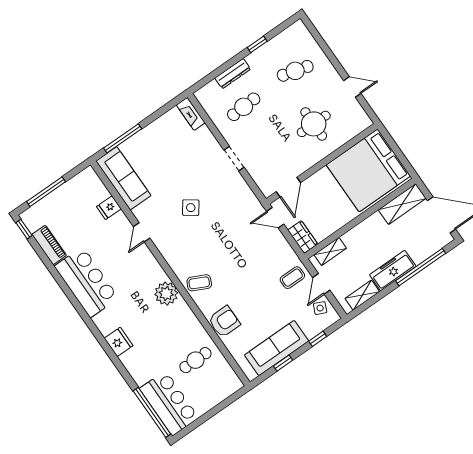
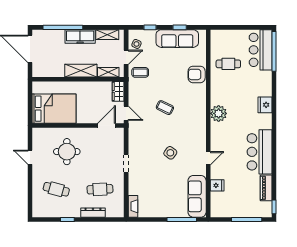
bed: (368, 170) -> (54, 109), width x0.73
shelving: (402, 204) -> (81, 71), moved
coffee table: (199, 283) -> (165, 108), moved

